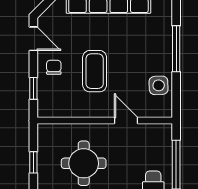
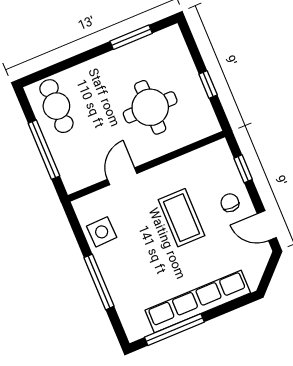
chair: (54, 67) -> (230, 203), turned 180
door: (126, 120) -> (122, 176), swing flipped

